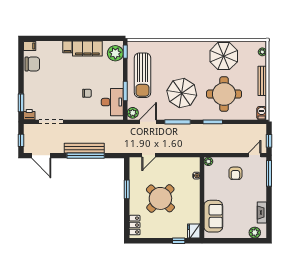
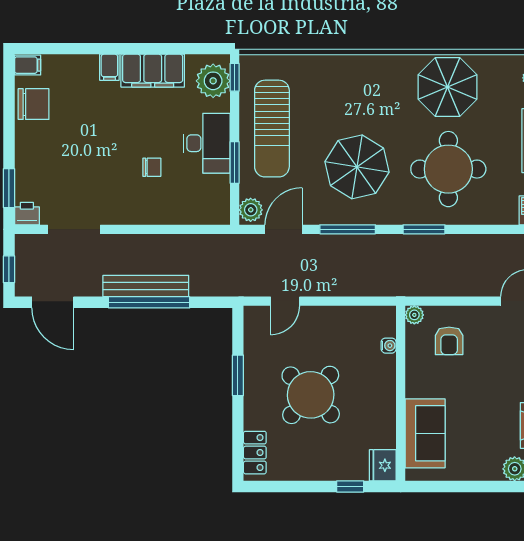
desk: (112, 102) -> (207, 143), moved
armchair: (235, 173) -> (449, 341), moved

